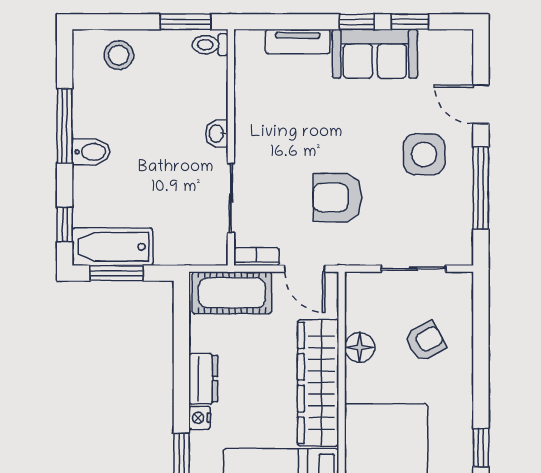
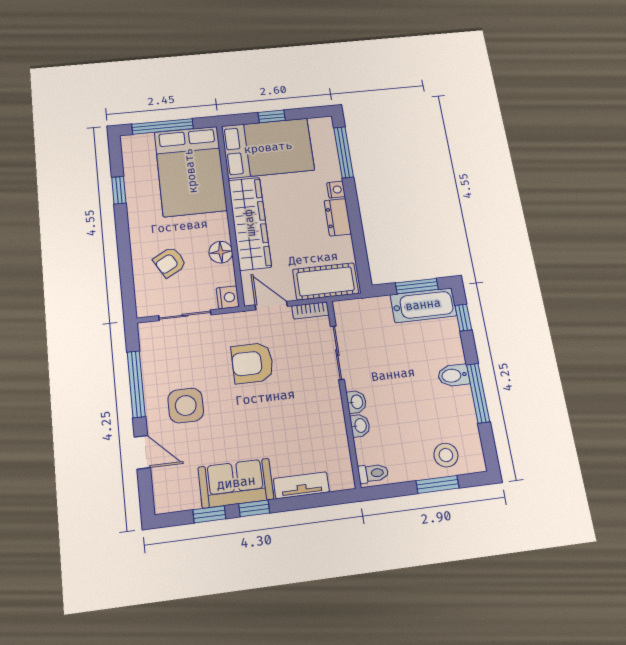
window: (186, 22) -> (437, 484), moved
washbasin: (217, 104) -> (360, 426), added
armchair: (337, 198) -> (252, 363), turned 180
nightstand: (358, 286) -> (228, 297), added

